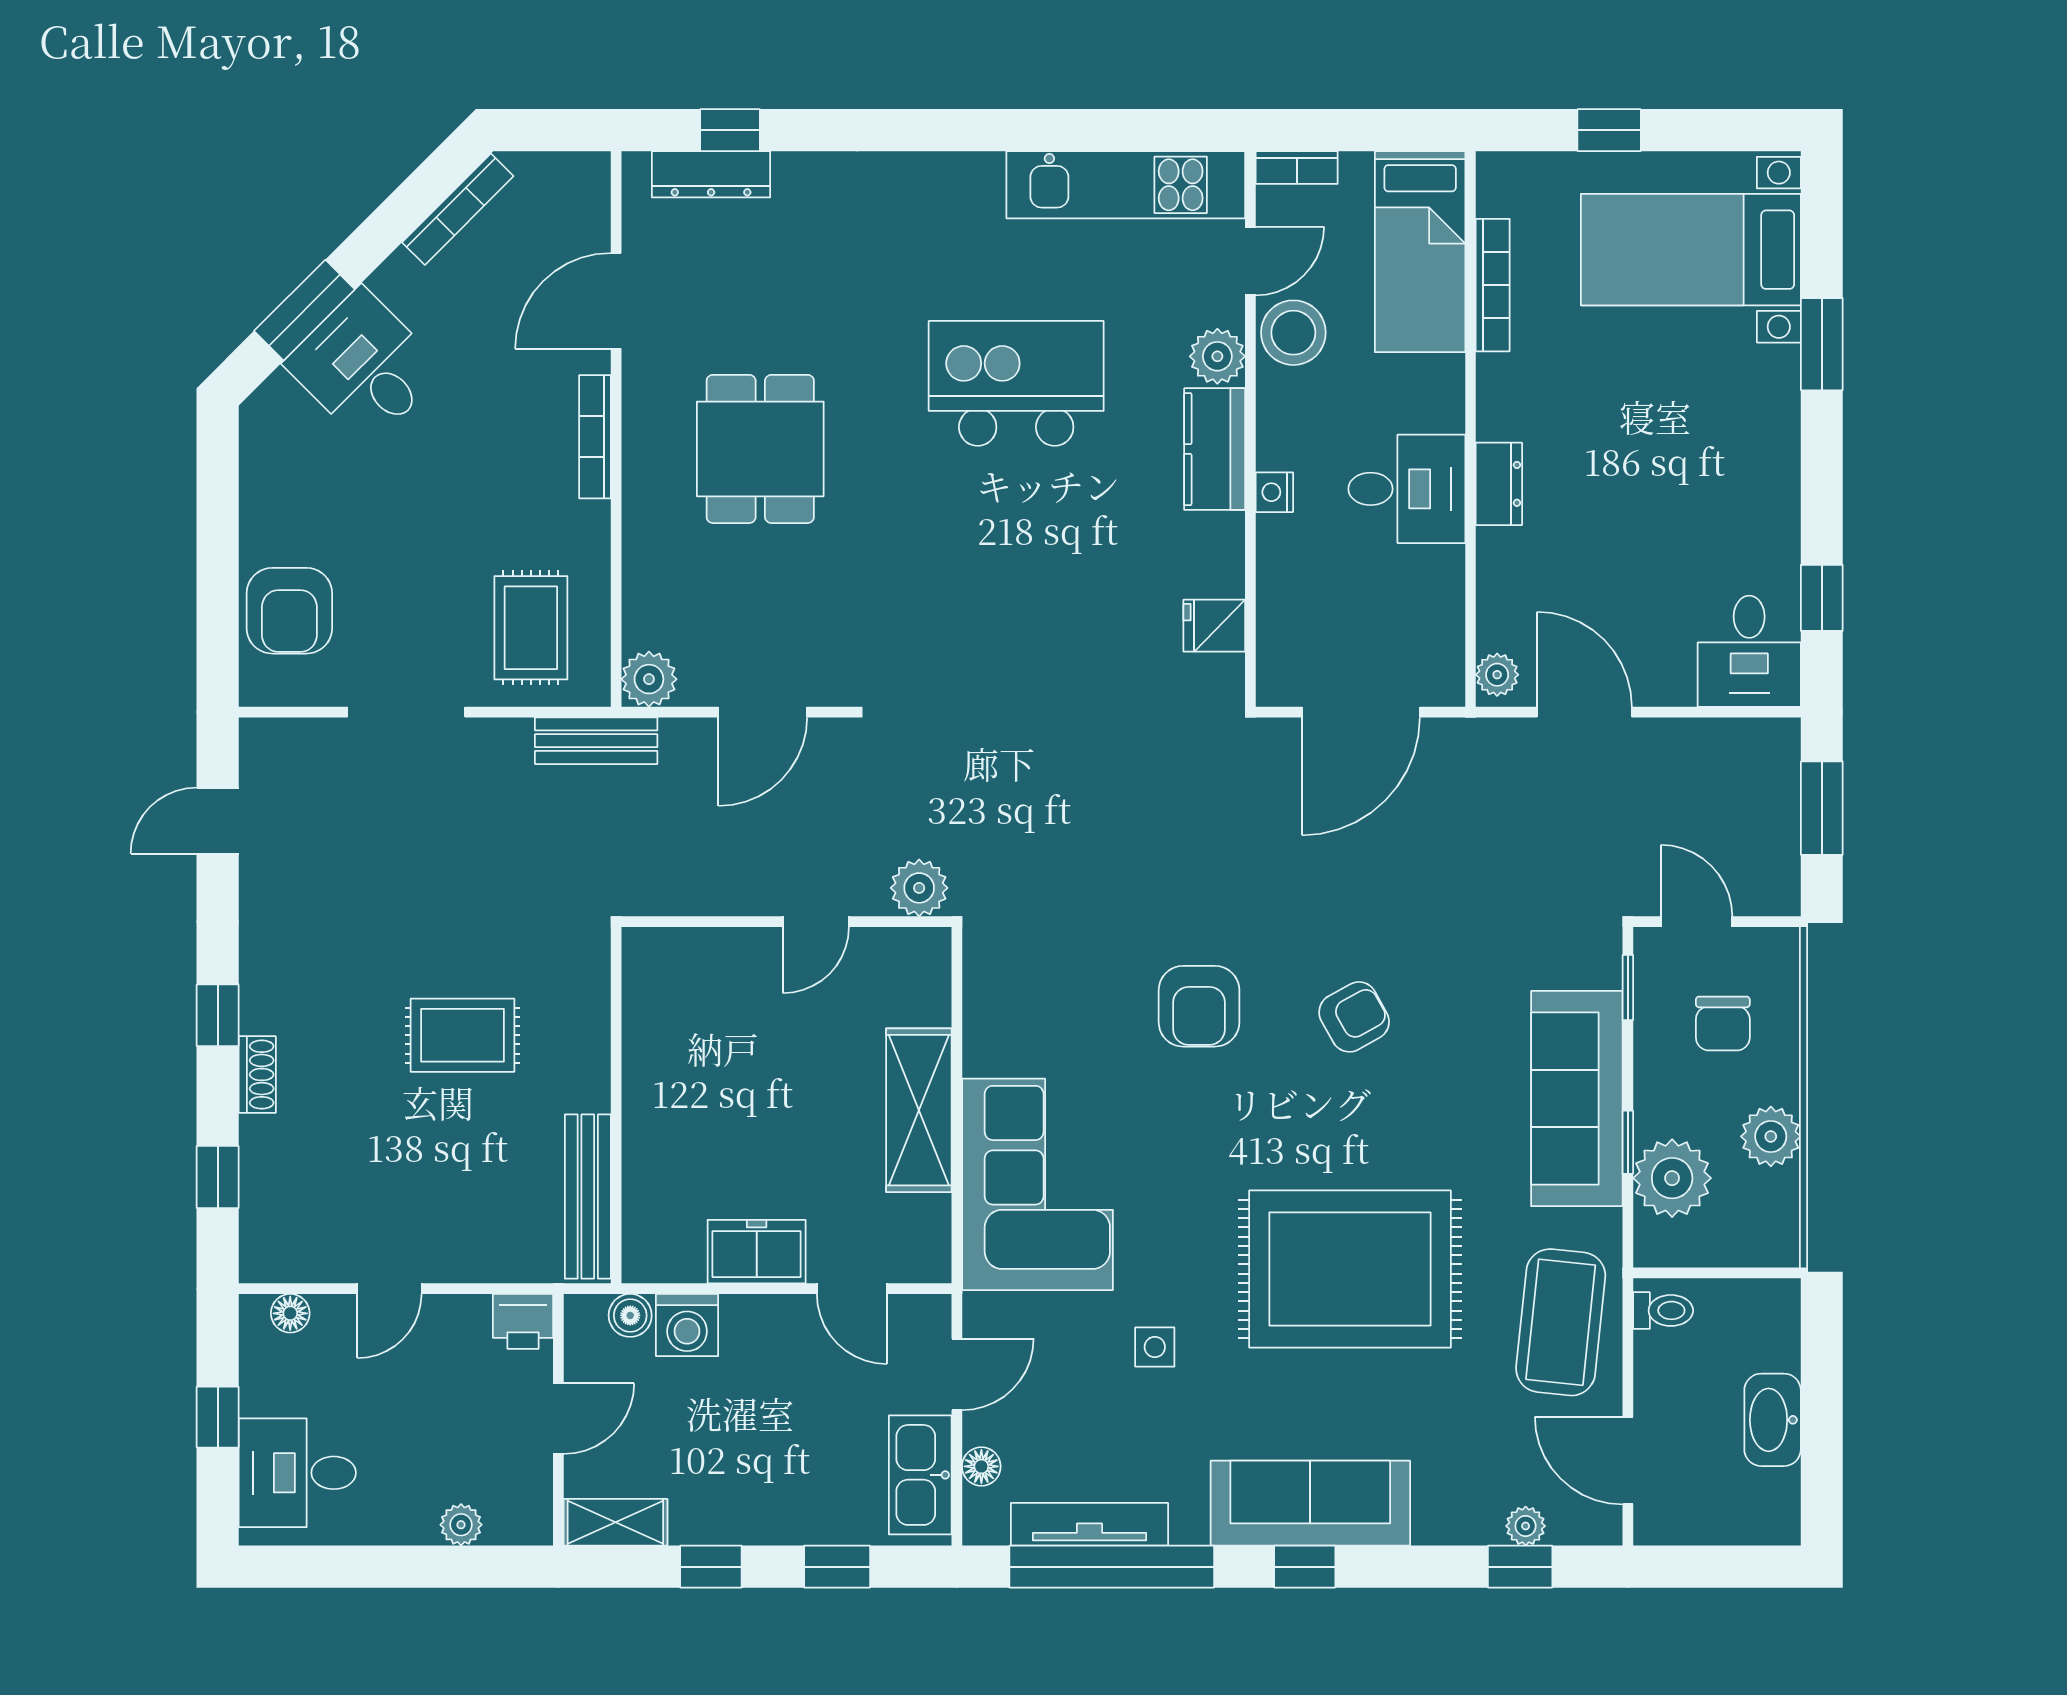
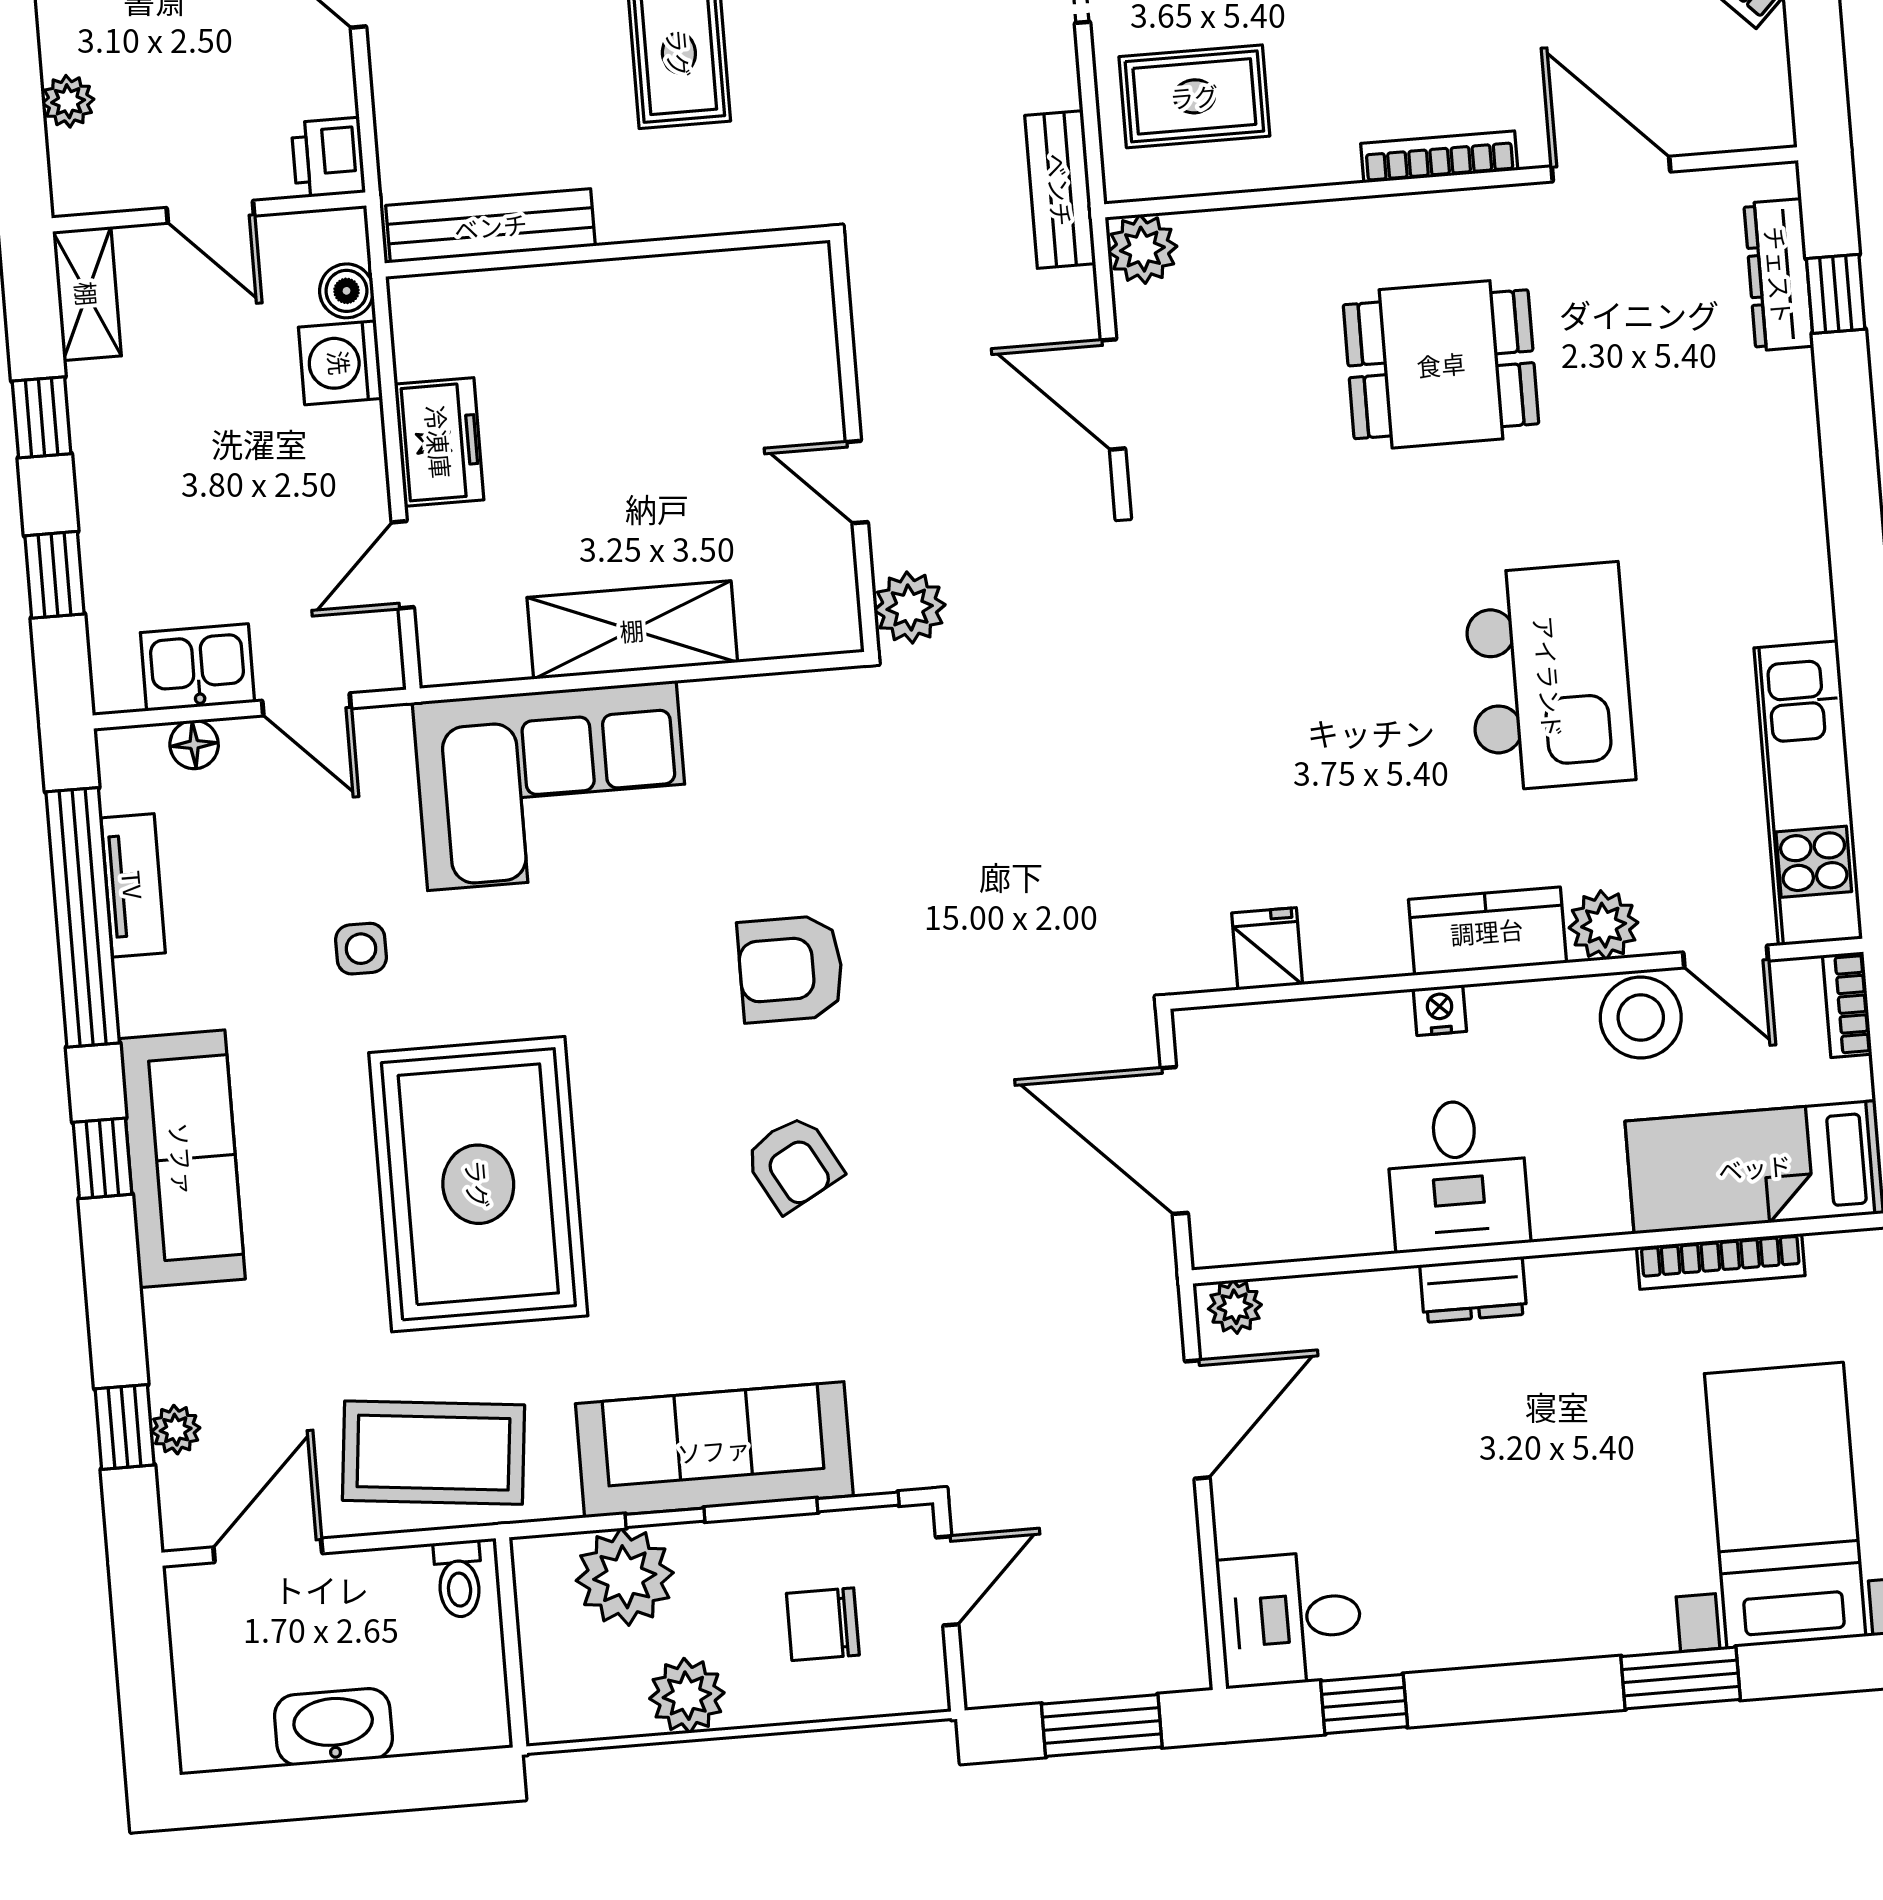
kitchen sink: (920, 1475) -> (198, 667), width x0.73
tv unit: (1090, 1524) -> (133, 885), width x0.71

